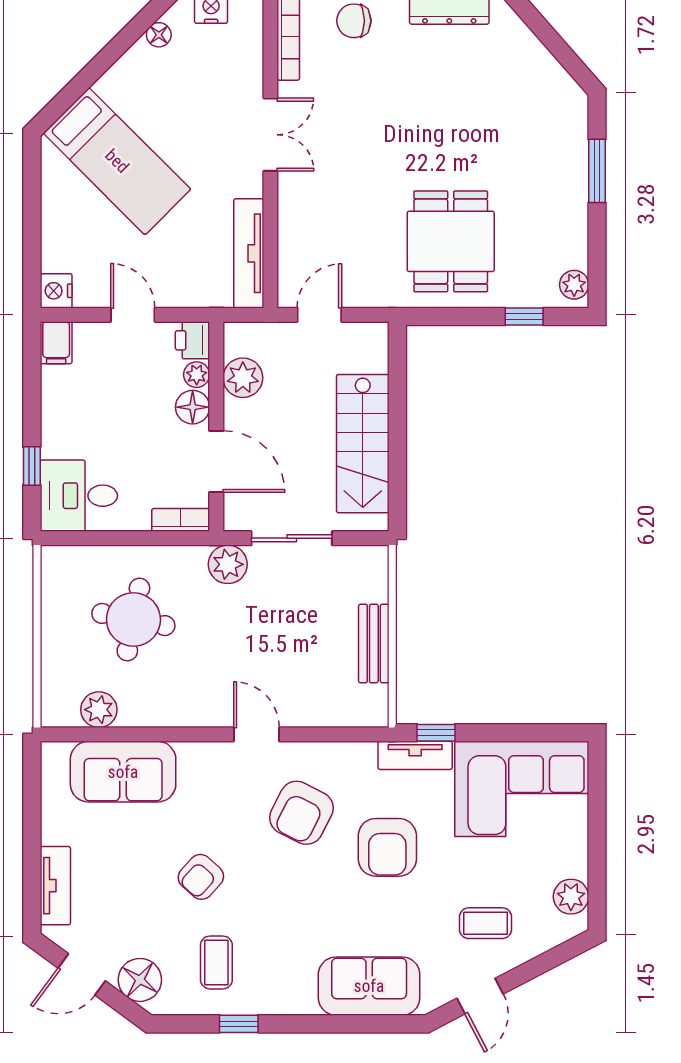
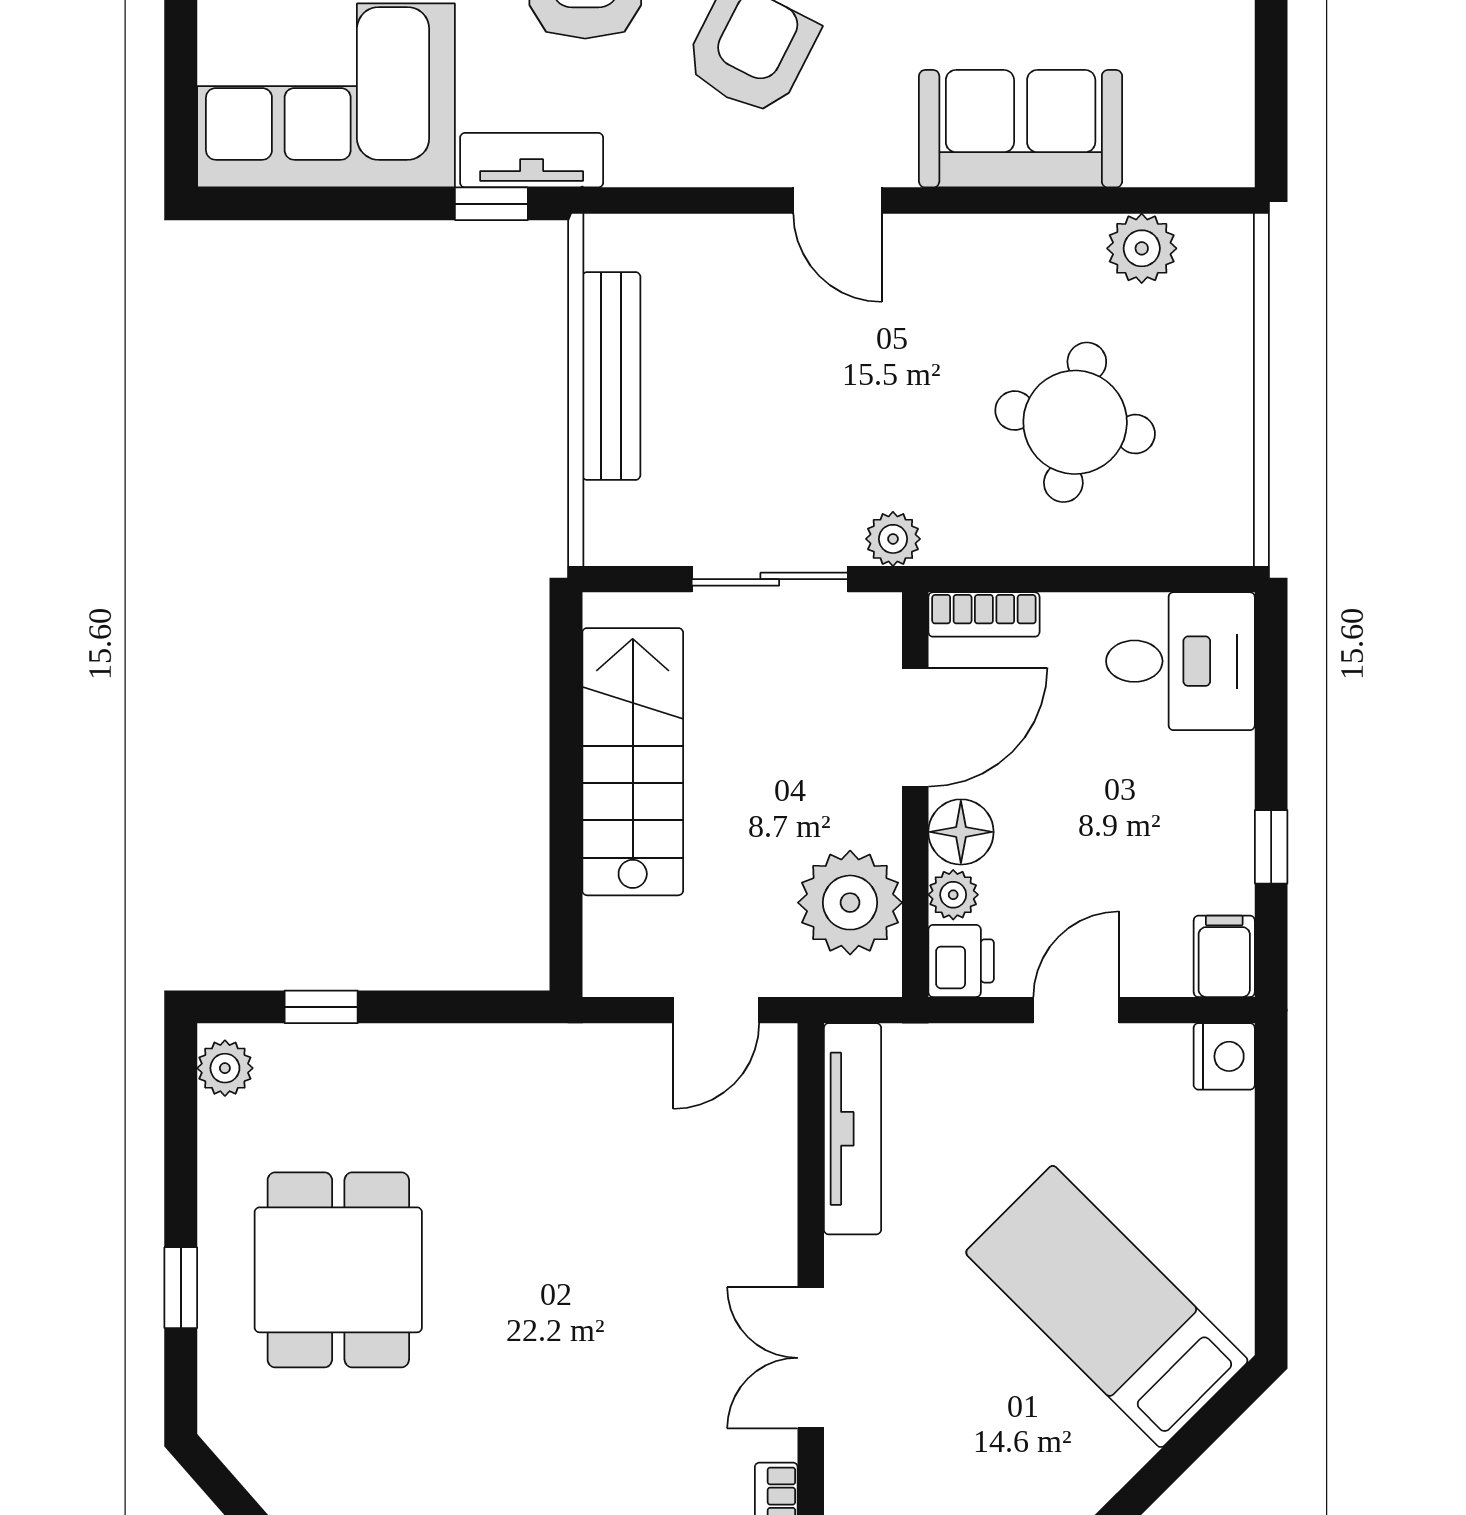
window: (597, 171) -> (181, 1288), width x0.67
dining table: (451, 241) -> (338, 1270), moved
door: (133, 315) -> (1076, 1010), swing flipped
plant: (243, 378) -> (850, 903), width x1.36, depth x1.36
door: (216, 461) -> (915, 727), swing flipped
window: (32, 466) -> (1271, 847), moved
plant: (228, 564) -> (893, 539), width x0.73, depth x0.73
bench: (374, 644) -> (611, 376), width x1.36
sofa: (123, 772) -> (1021, 129), moved

